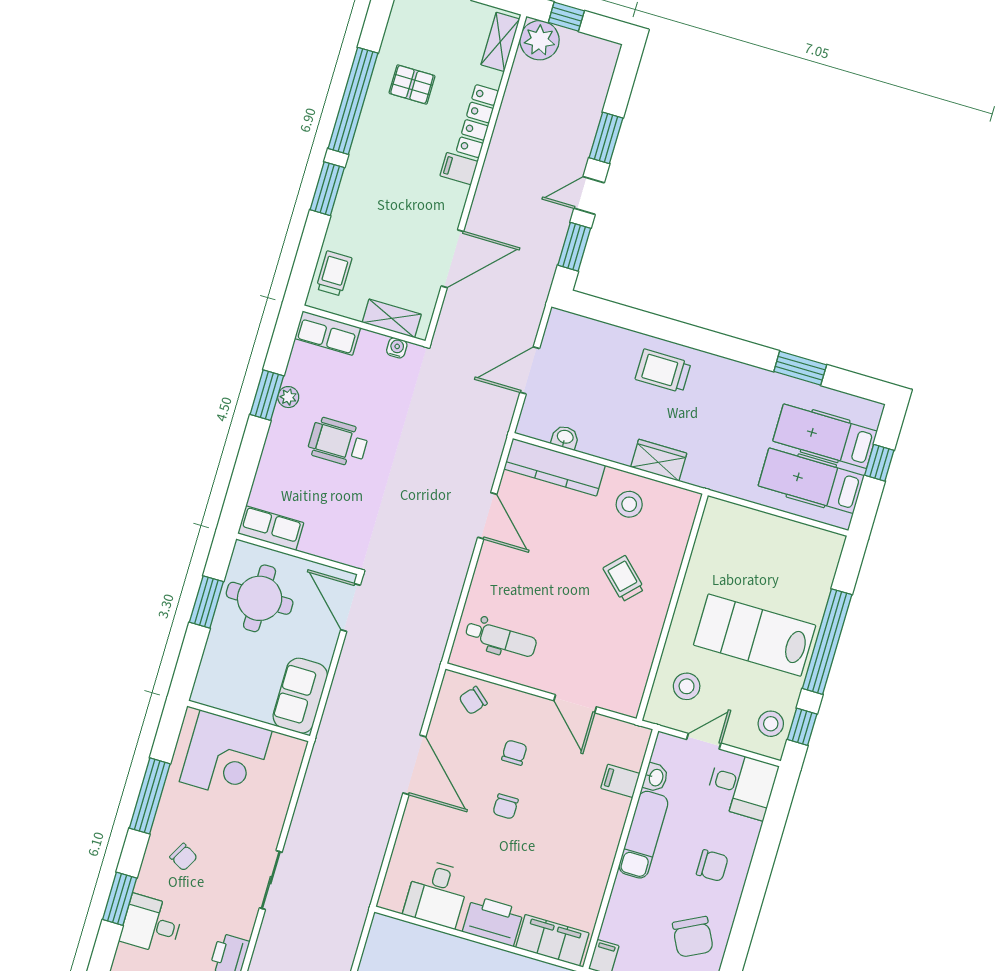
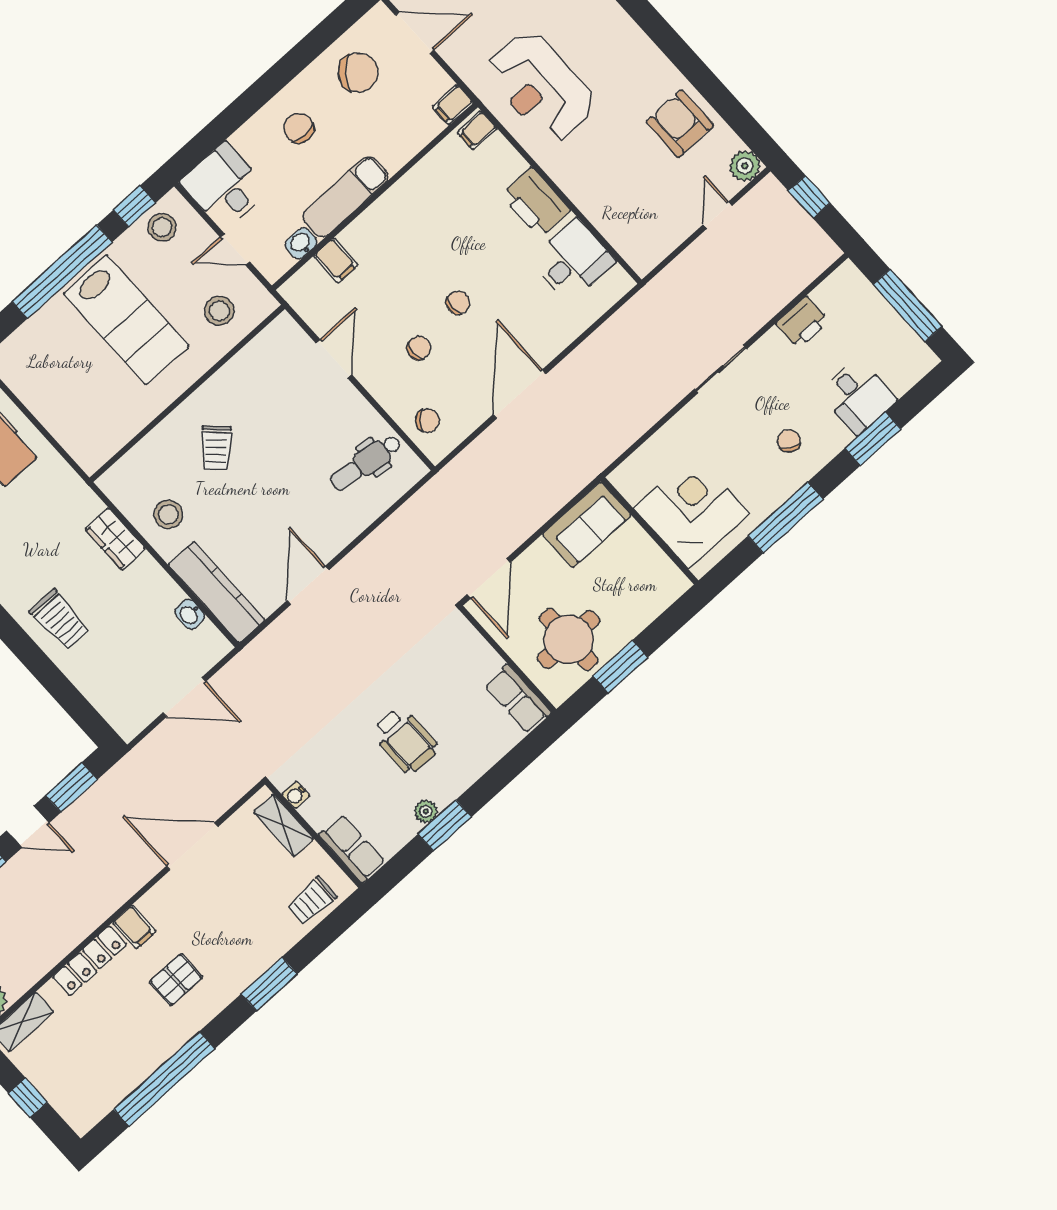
pallet: (412, 85) -> (176, 980), moved, turned 90
window: (353, 101) -> (164, 1079), moved
dental chair: (501, 638) -> (366, 463), turned -83
chair: (514, 753) -> (419, 348), turned 180
chair: (693, 937) -> (358, 73), turned 66
filing cabinet: (552, 940) -> (477, 130), width x0.33, depth x0.86

